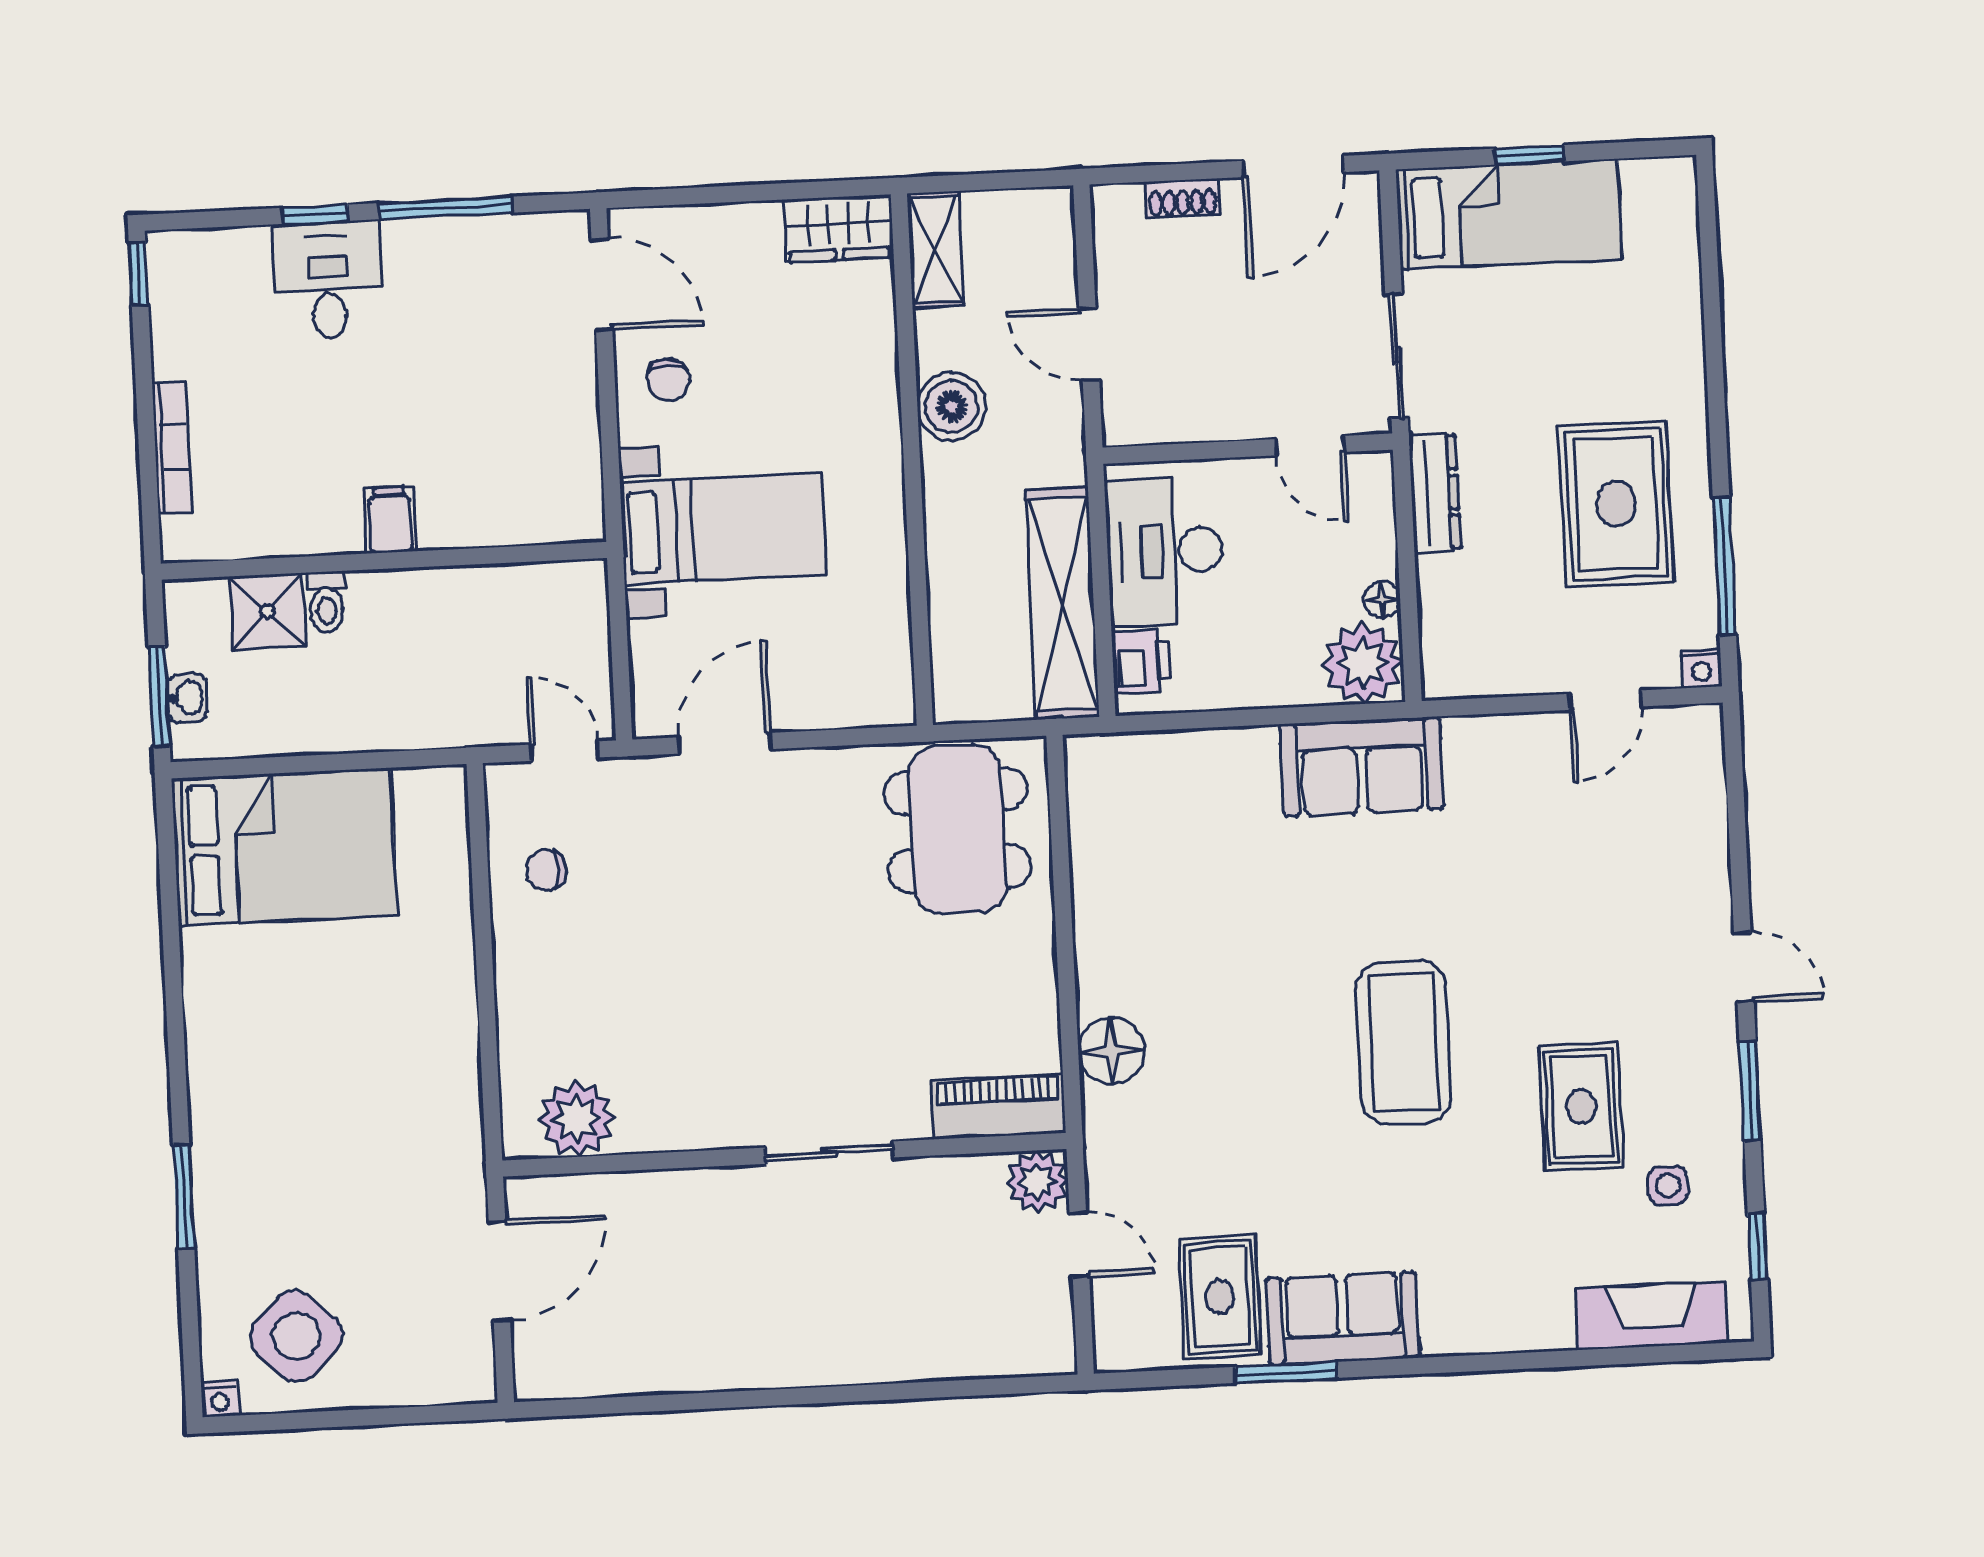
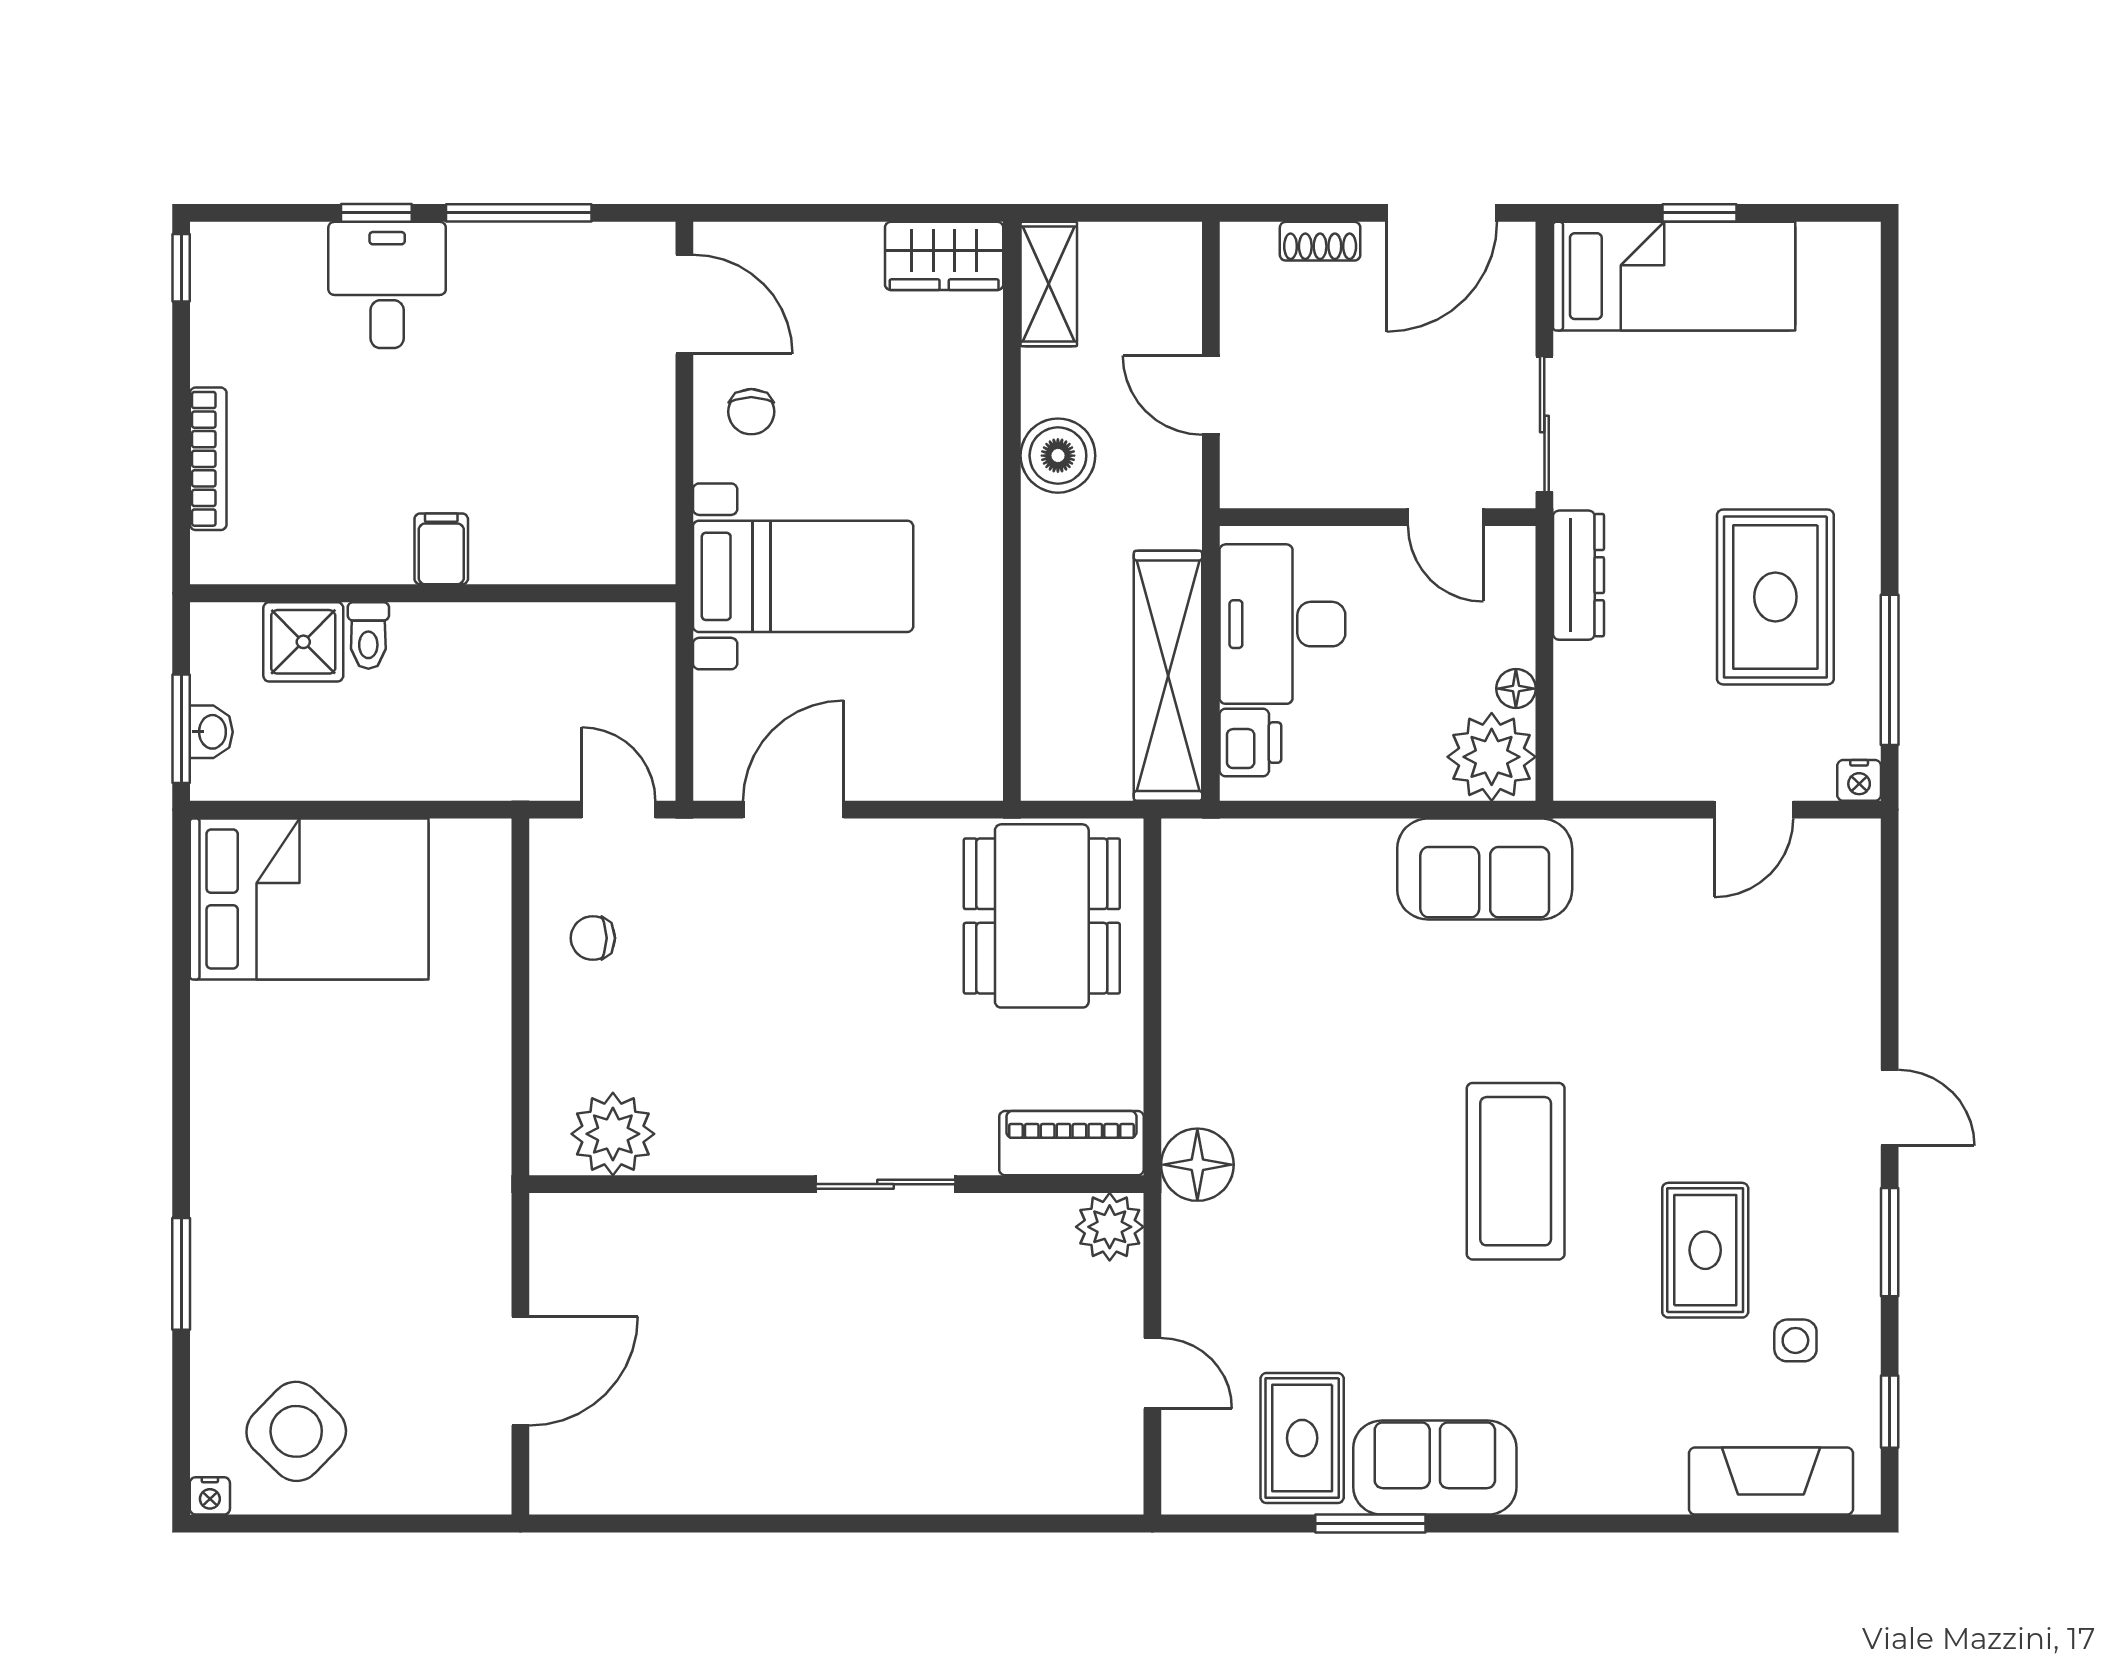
piano: (998, 1107) -> (1071, 1143), moved
plant: (577, 1119) -> (613, 1134), moved
sliding door: (829, 1153) -> (885, 1184), moved
wall: (784, 1155) -> (836, 1184), moved
plant: (1037, 1182) -> (1110, 1227), moved

